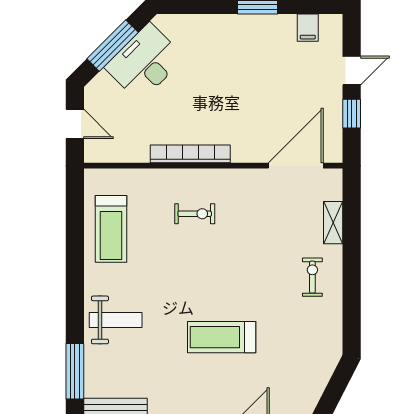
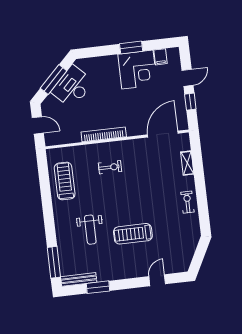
corner desk: (264, 45) -> (137, 70), added
treadmill: (111, 229) -> (65, 181), turned 180
exercise bike: (312, 277) -> (187, 202), moved
weight bench: (116, 320) -> (90, 230), moved, turned 90

